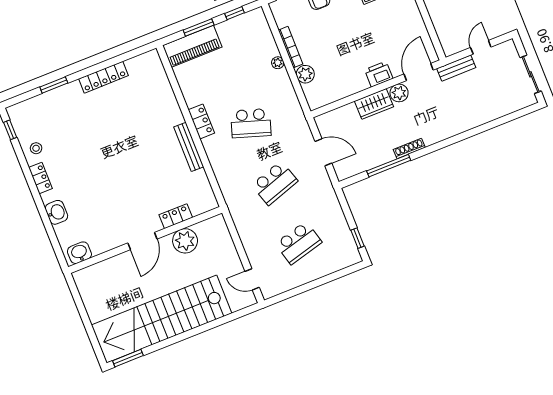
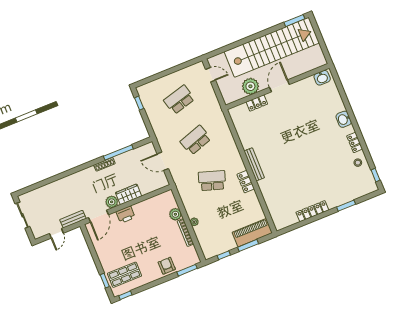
locker: (176, 216) -> (257, 103), moved
wall: (145, 240) -> (277, 87), moved
door: (142, 241) -> (279, 86), moved
plant: (185, 241) -> (250, 86), moved
washbasin: (79, 253) -> (322, 78), moved

